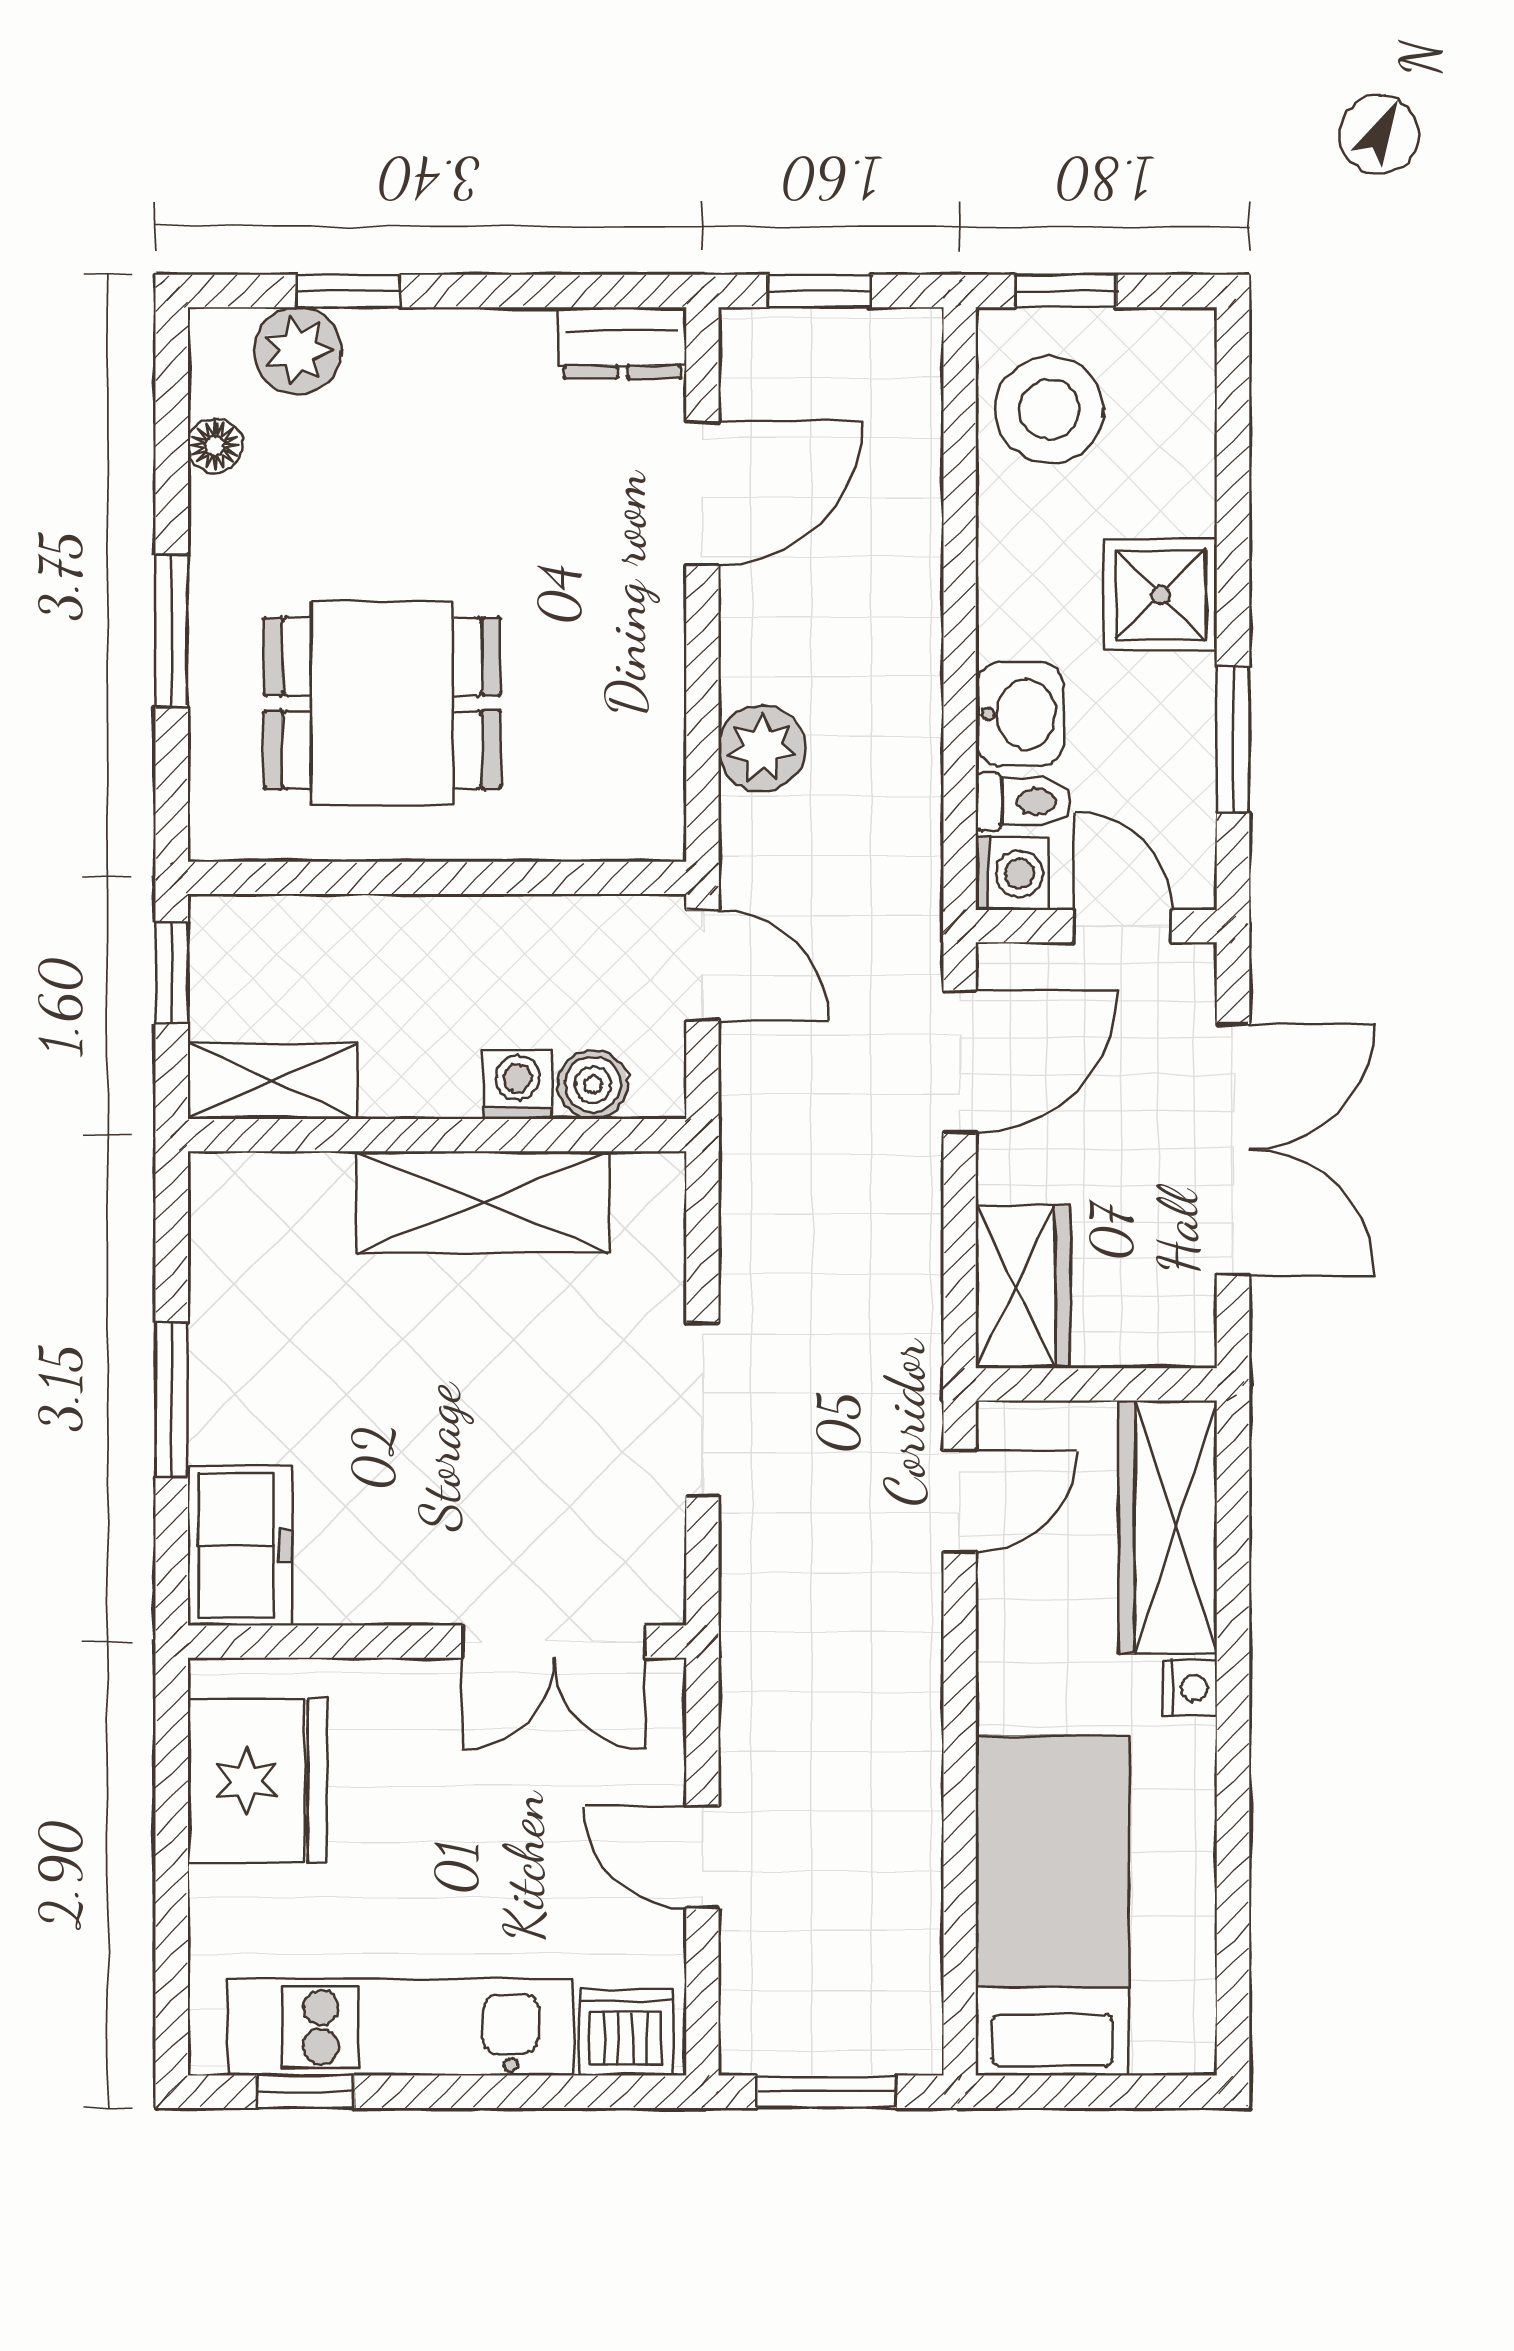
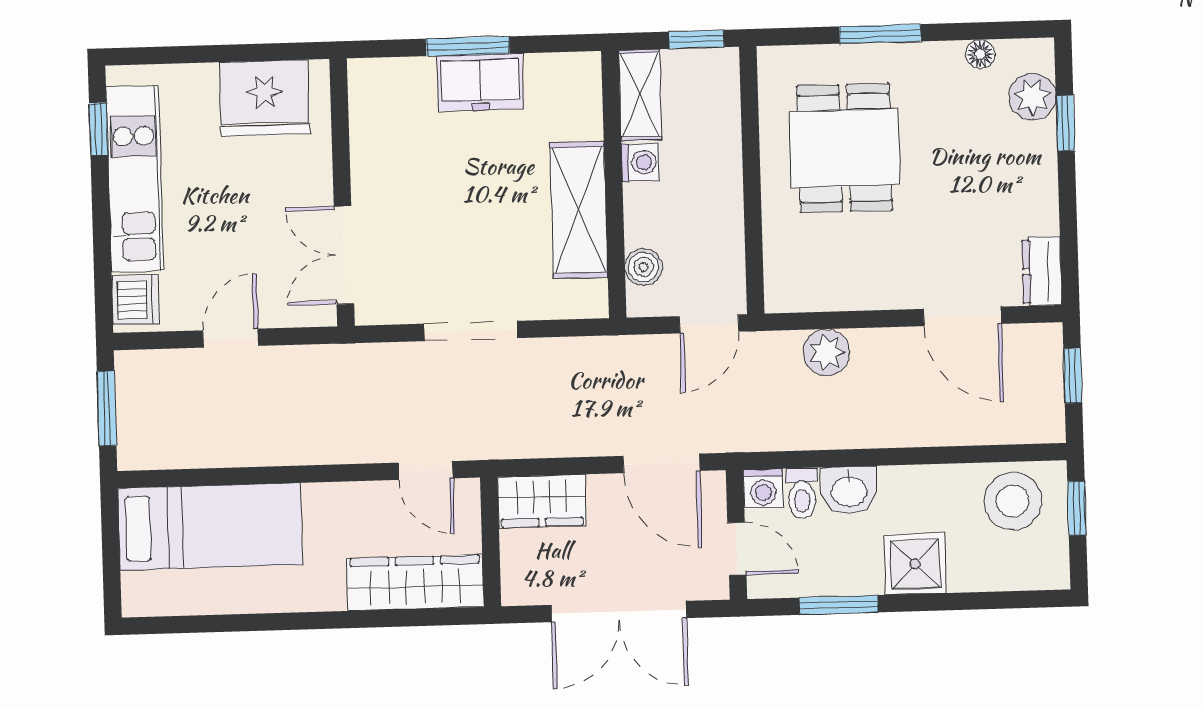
door: (1123, 926) -> (737, 549), hinge flipped
washing machine: (518, 1085) -> (640, 162), moved
freezer: (240, 1546) -> (480, 82), moved
nightstand: (1190, 1688) -> (329, 597), removed

